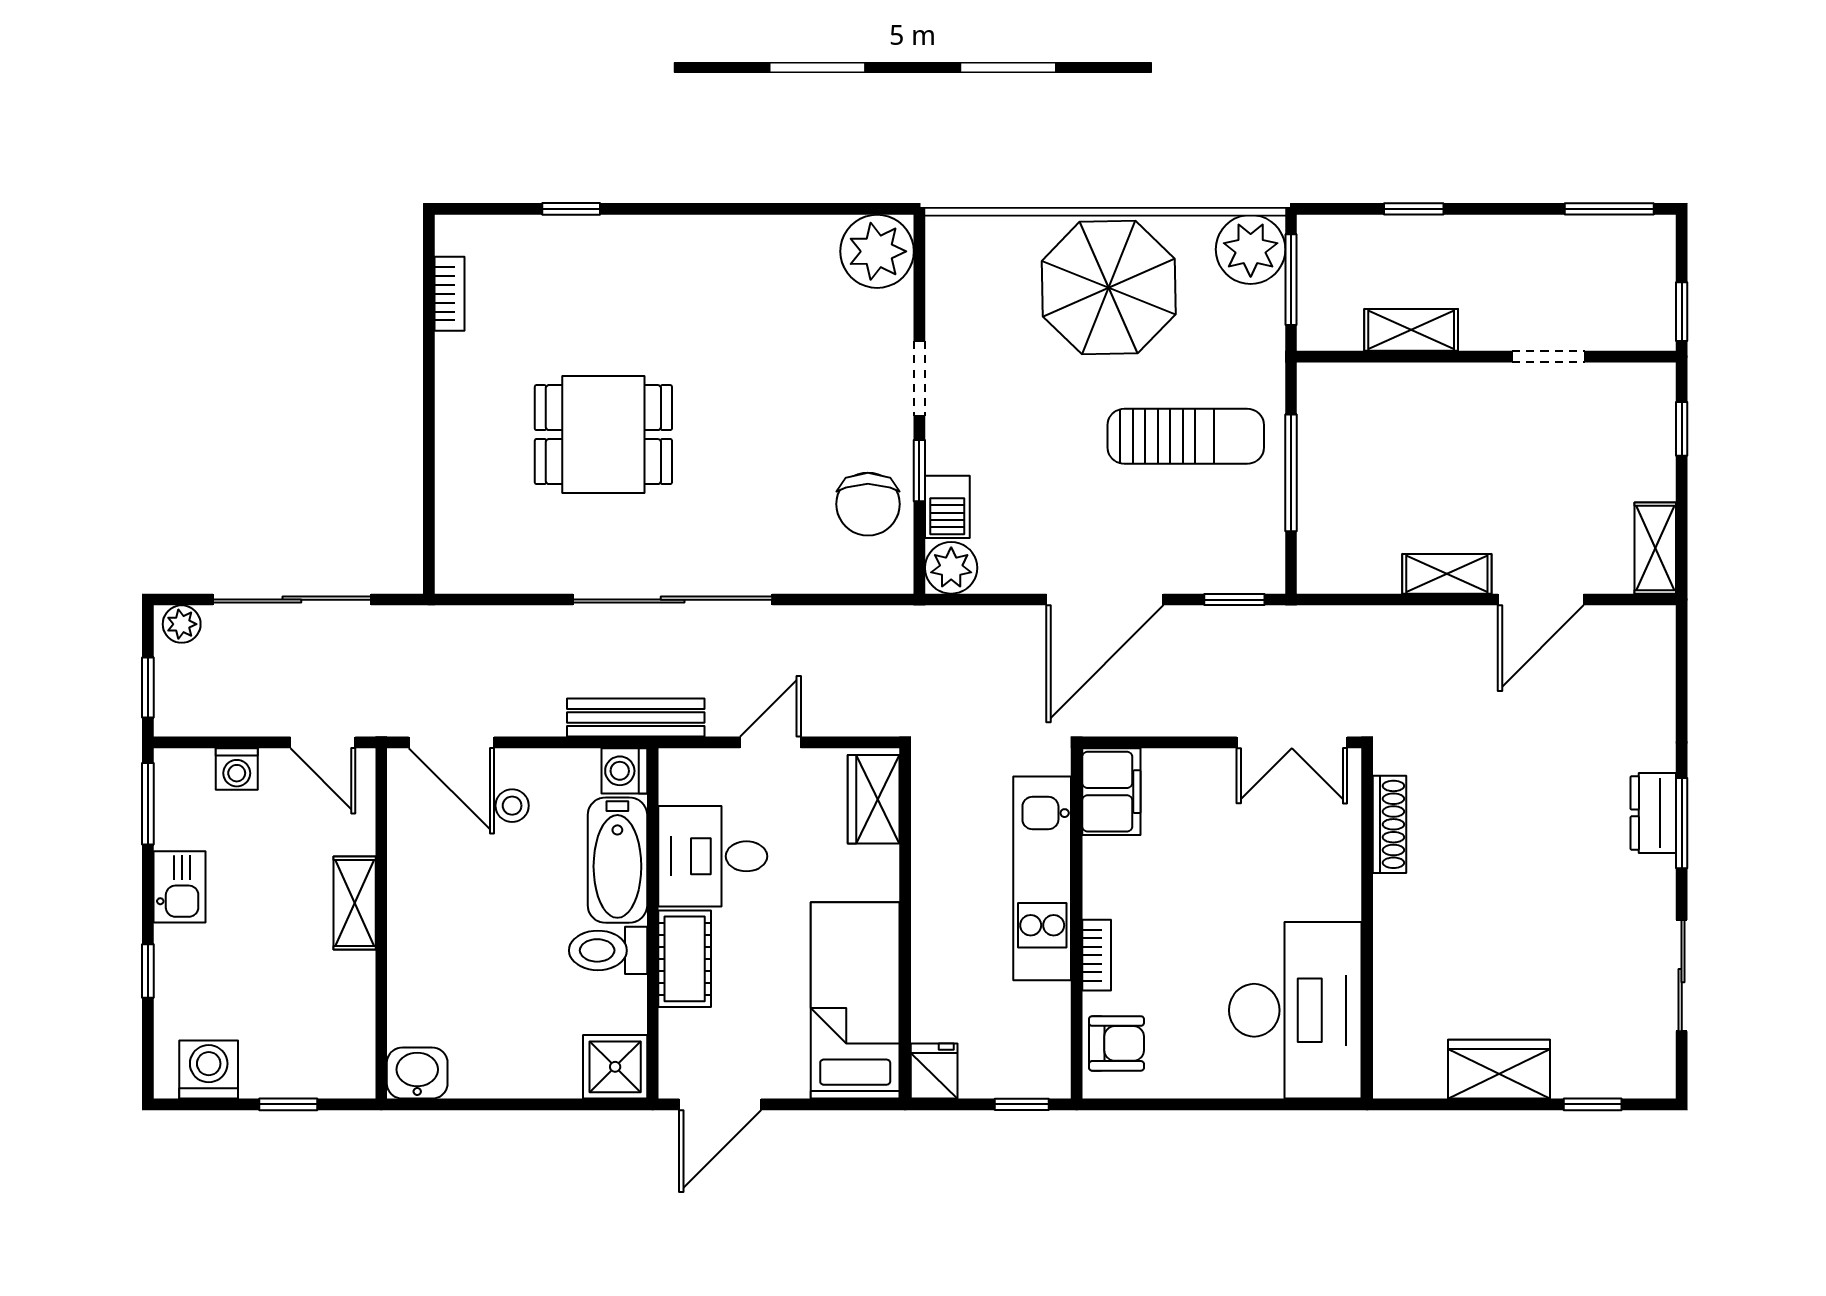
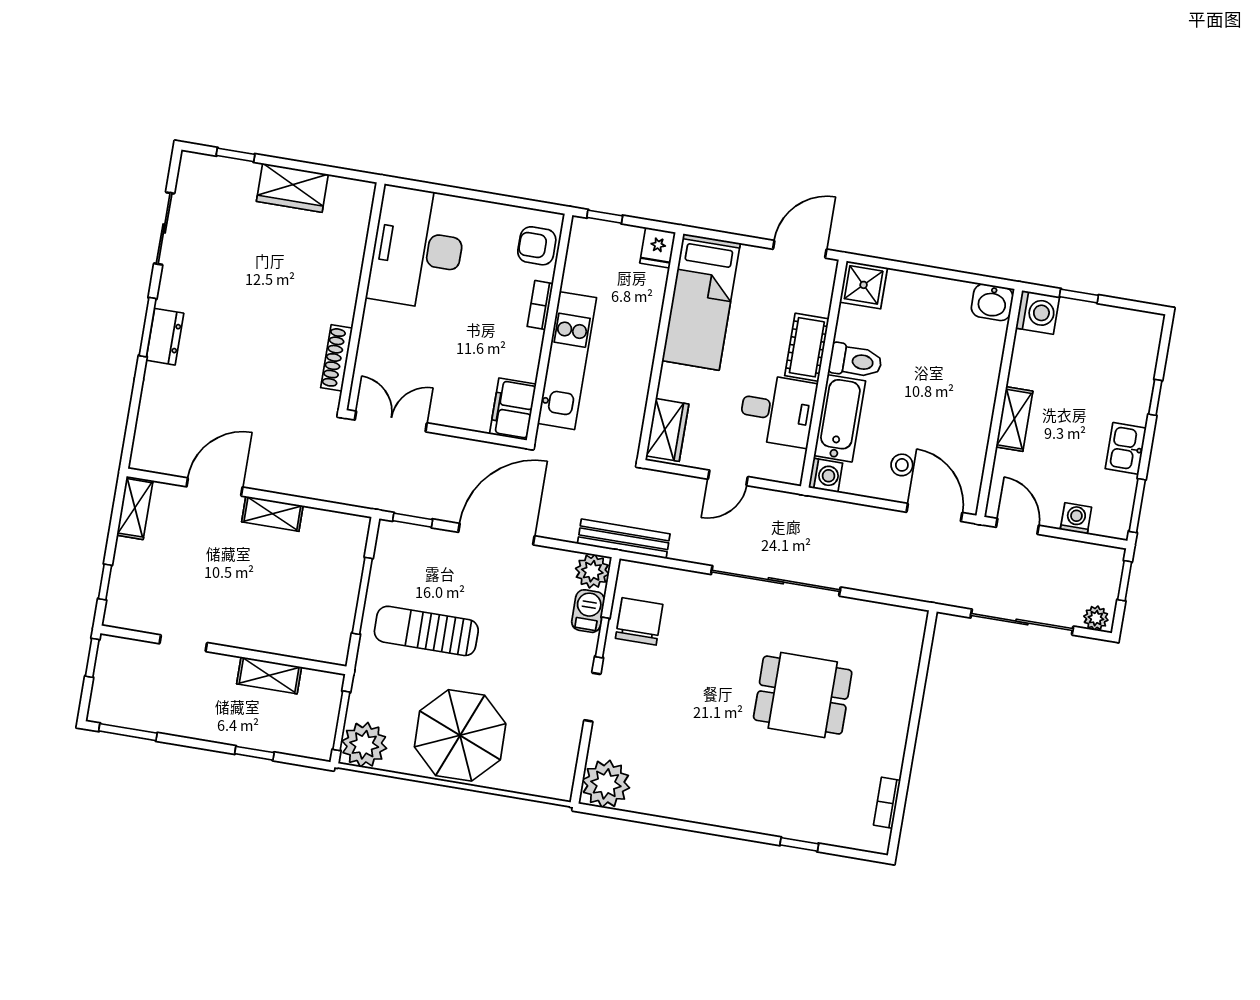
bench: (636, 717) -> (624, 539), moved
washing machine: (209, 1069) -> (1038, 312), moved, turned -90

